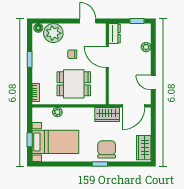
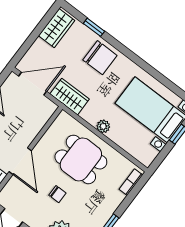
plant: (57, 112) -> (103, 126), moved
chair: (107, 149) -> (100, 58), turned -90
window: (100, 164) -> (94, 27), moved

